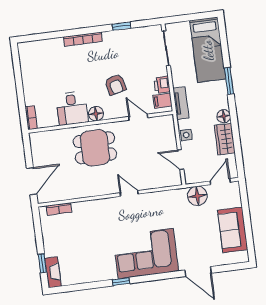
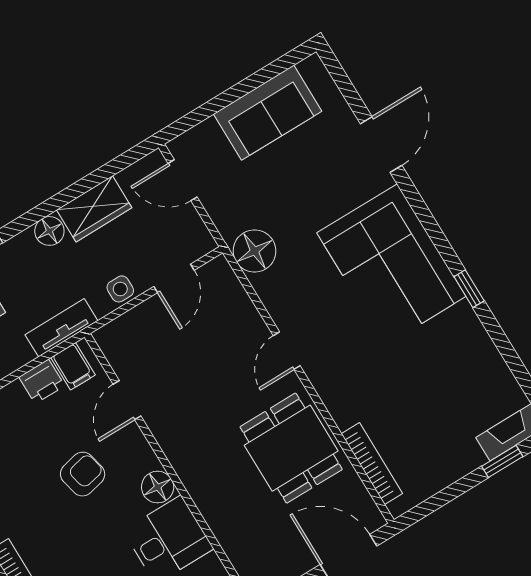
dining table: (95, 148) -> (291, 448), moved
floor lamp: (197, 196) -> (255, 251), moved
bookcase: (59, 209) -> (372, 464), width x1.56

